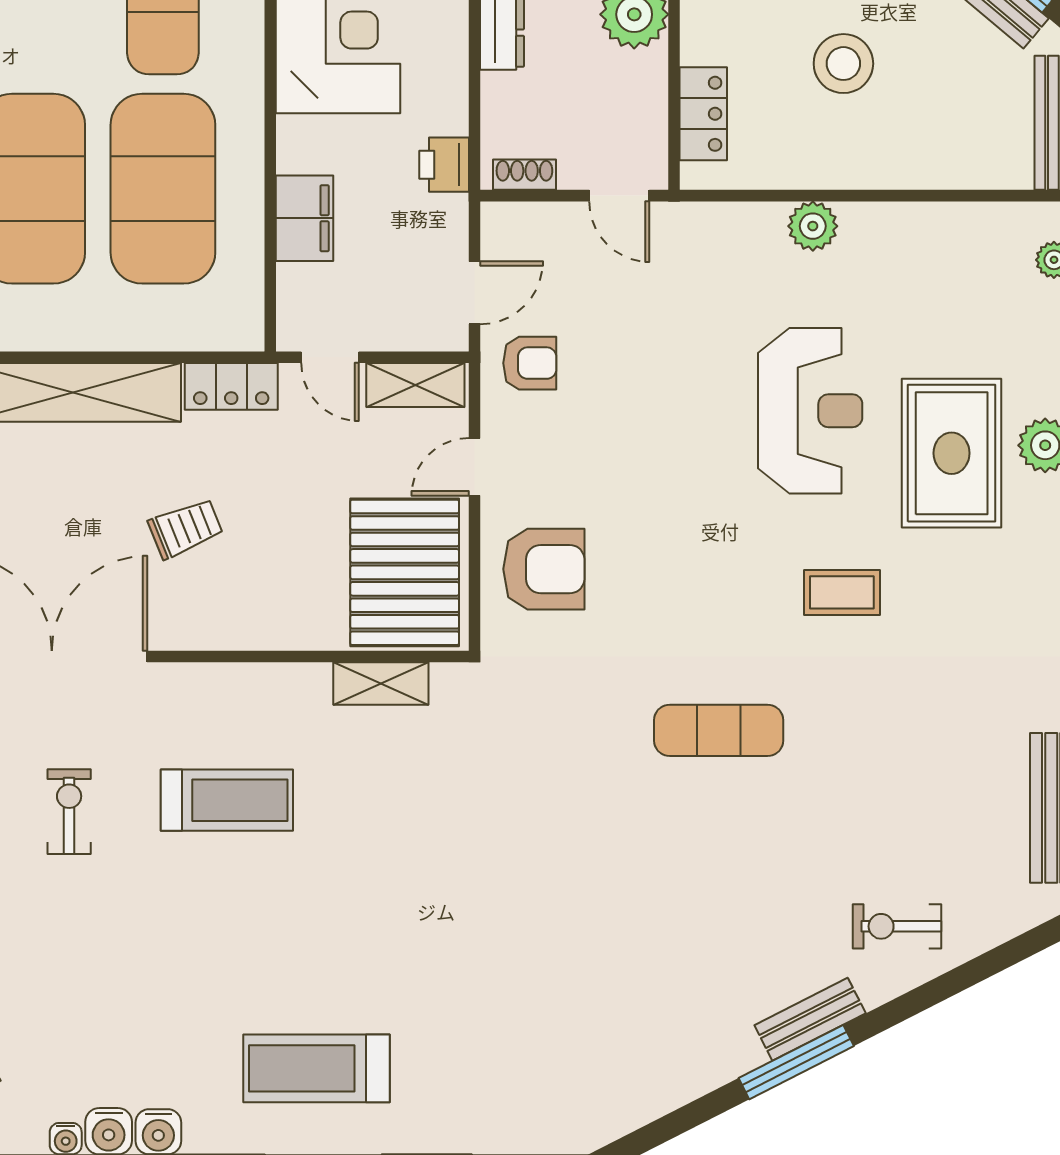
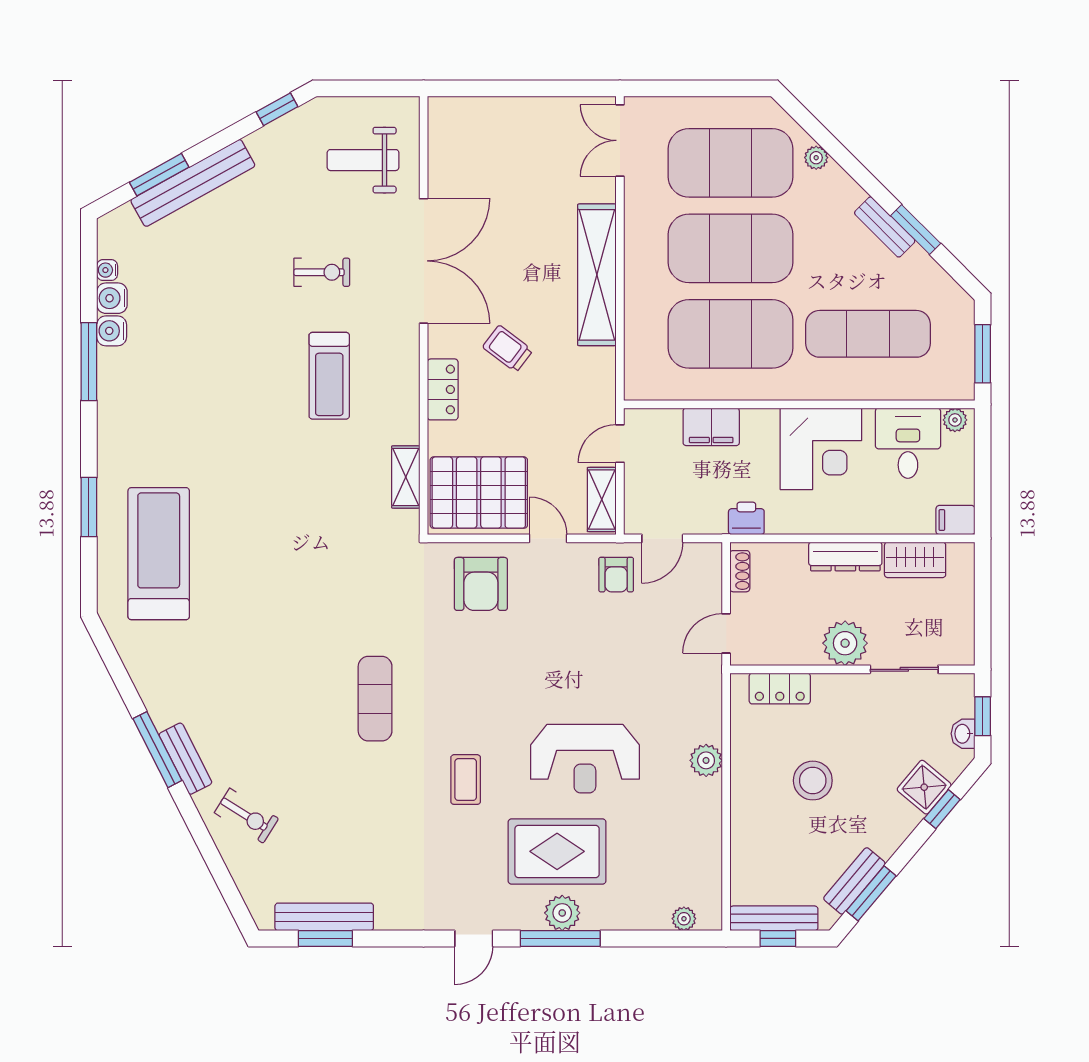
door: (474, 293) -> (662, 538), hinge flipped
locker: (231, 386) -> (443, 389), moved, turned 180
trolley: (186, 528) -> (508, 349), turned 149
exercise bike: (897, 926) -> (246, 816), turned 122
treadmill: (316, 1068) -> (159, 554), moved, width x1.37, depth x1.38

